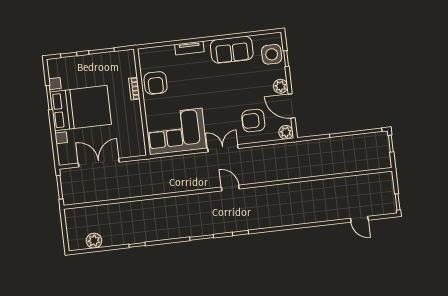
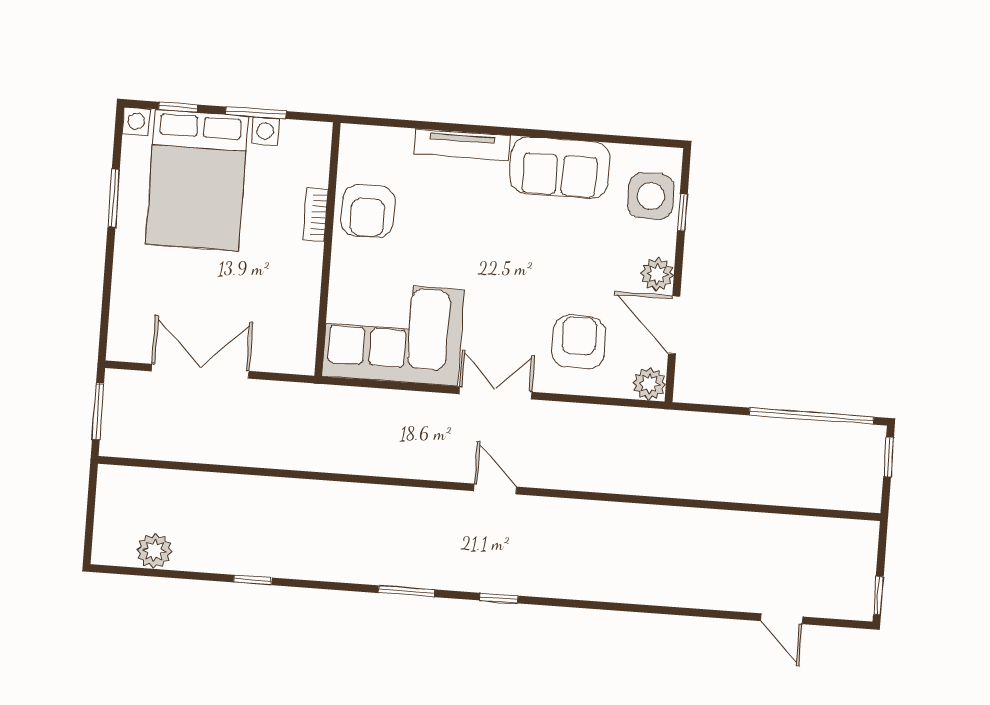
tv unit: (189, 48) -> (462, 145), width x1.41
bed with nightstands: (81, 108) -> (197, 180), moved, turned 90
armchair: (253, 121) -> (579, 342), turned 90

